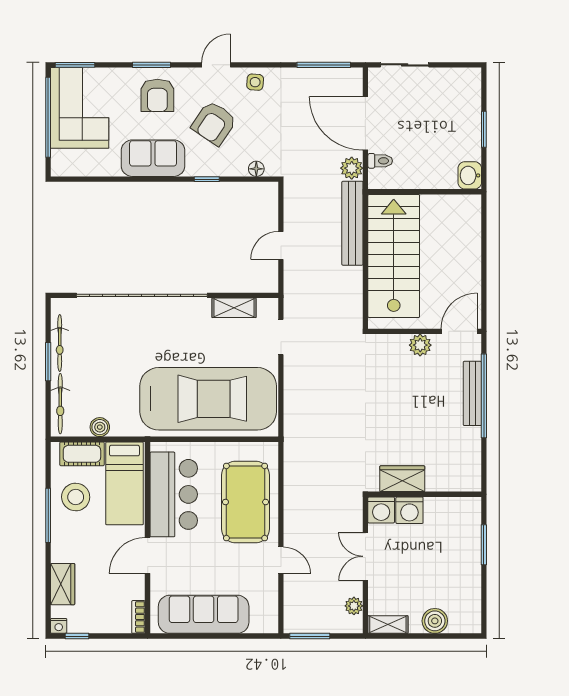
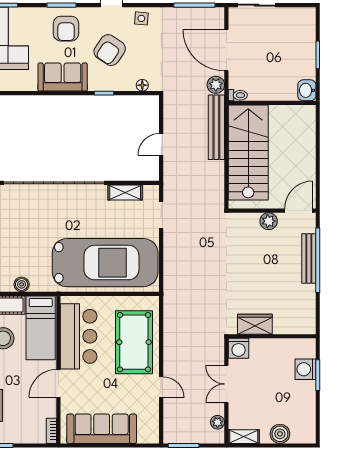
toilet: (380, 161) -> (238, 95), moved
washing machine: (409, 510) -> (305, 369), moved, turned 90

